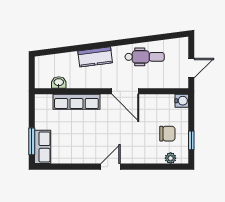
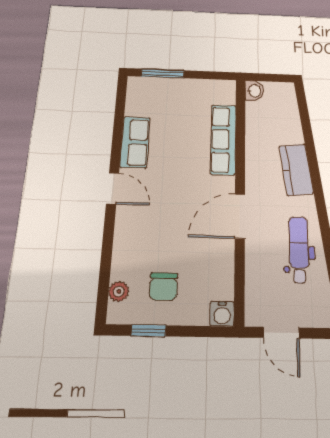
dental chair: (145, 57) -> (299, 249), turned 180
washbasin: (59, 82) -> (254, 91), moved
row of seats: (43, 147) -> (135, 142), moved, turned -90

